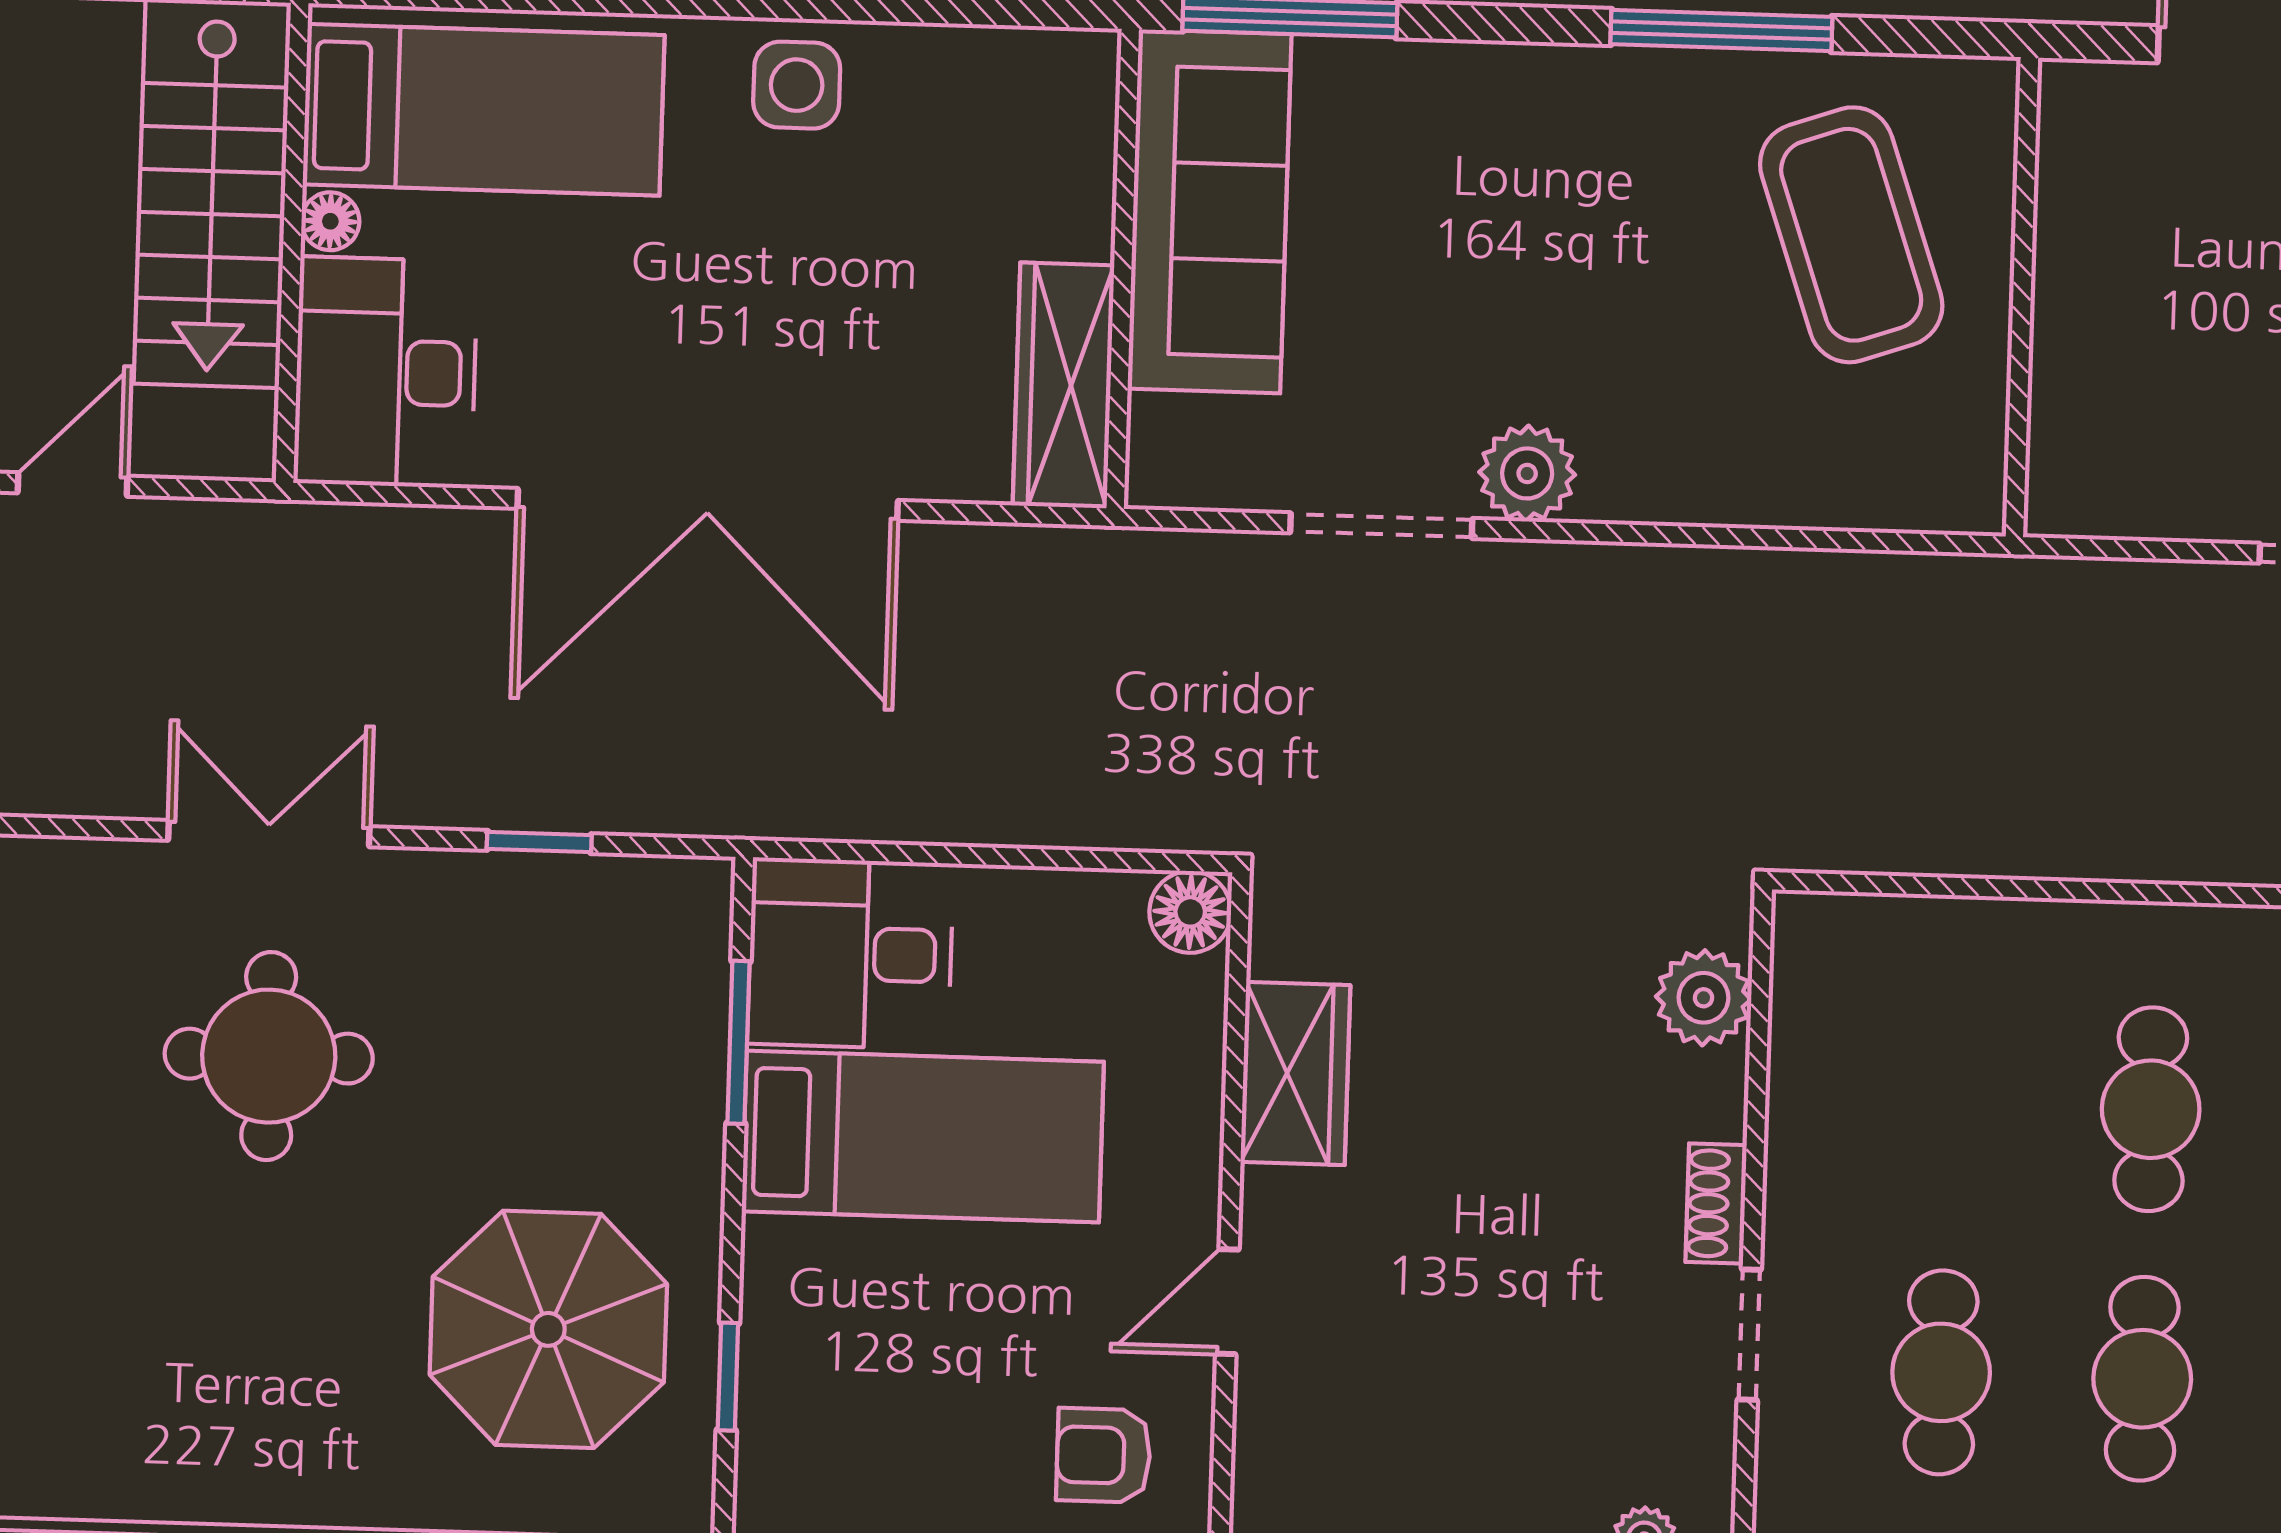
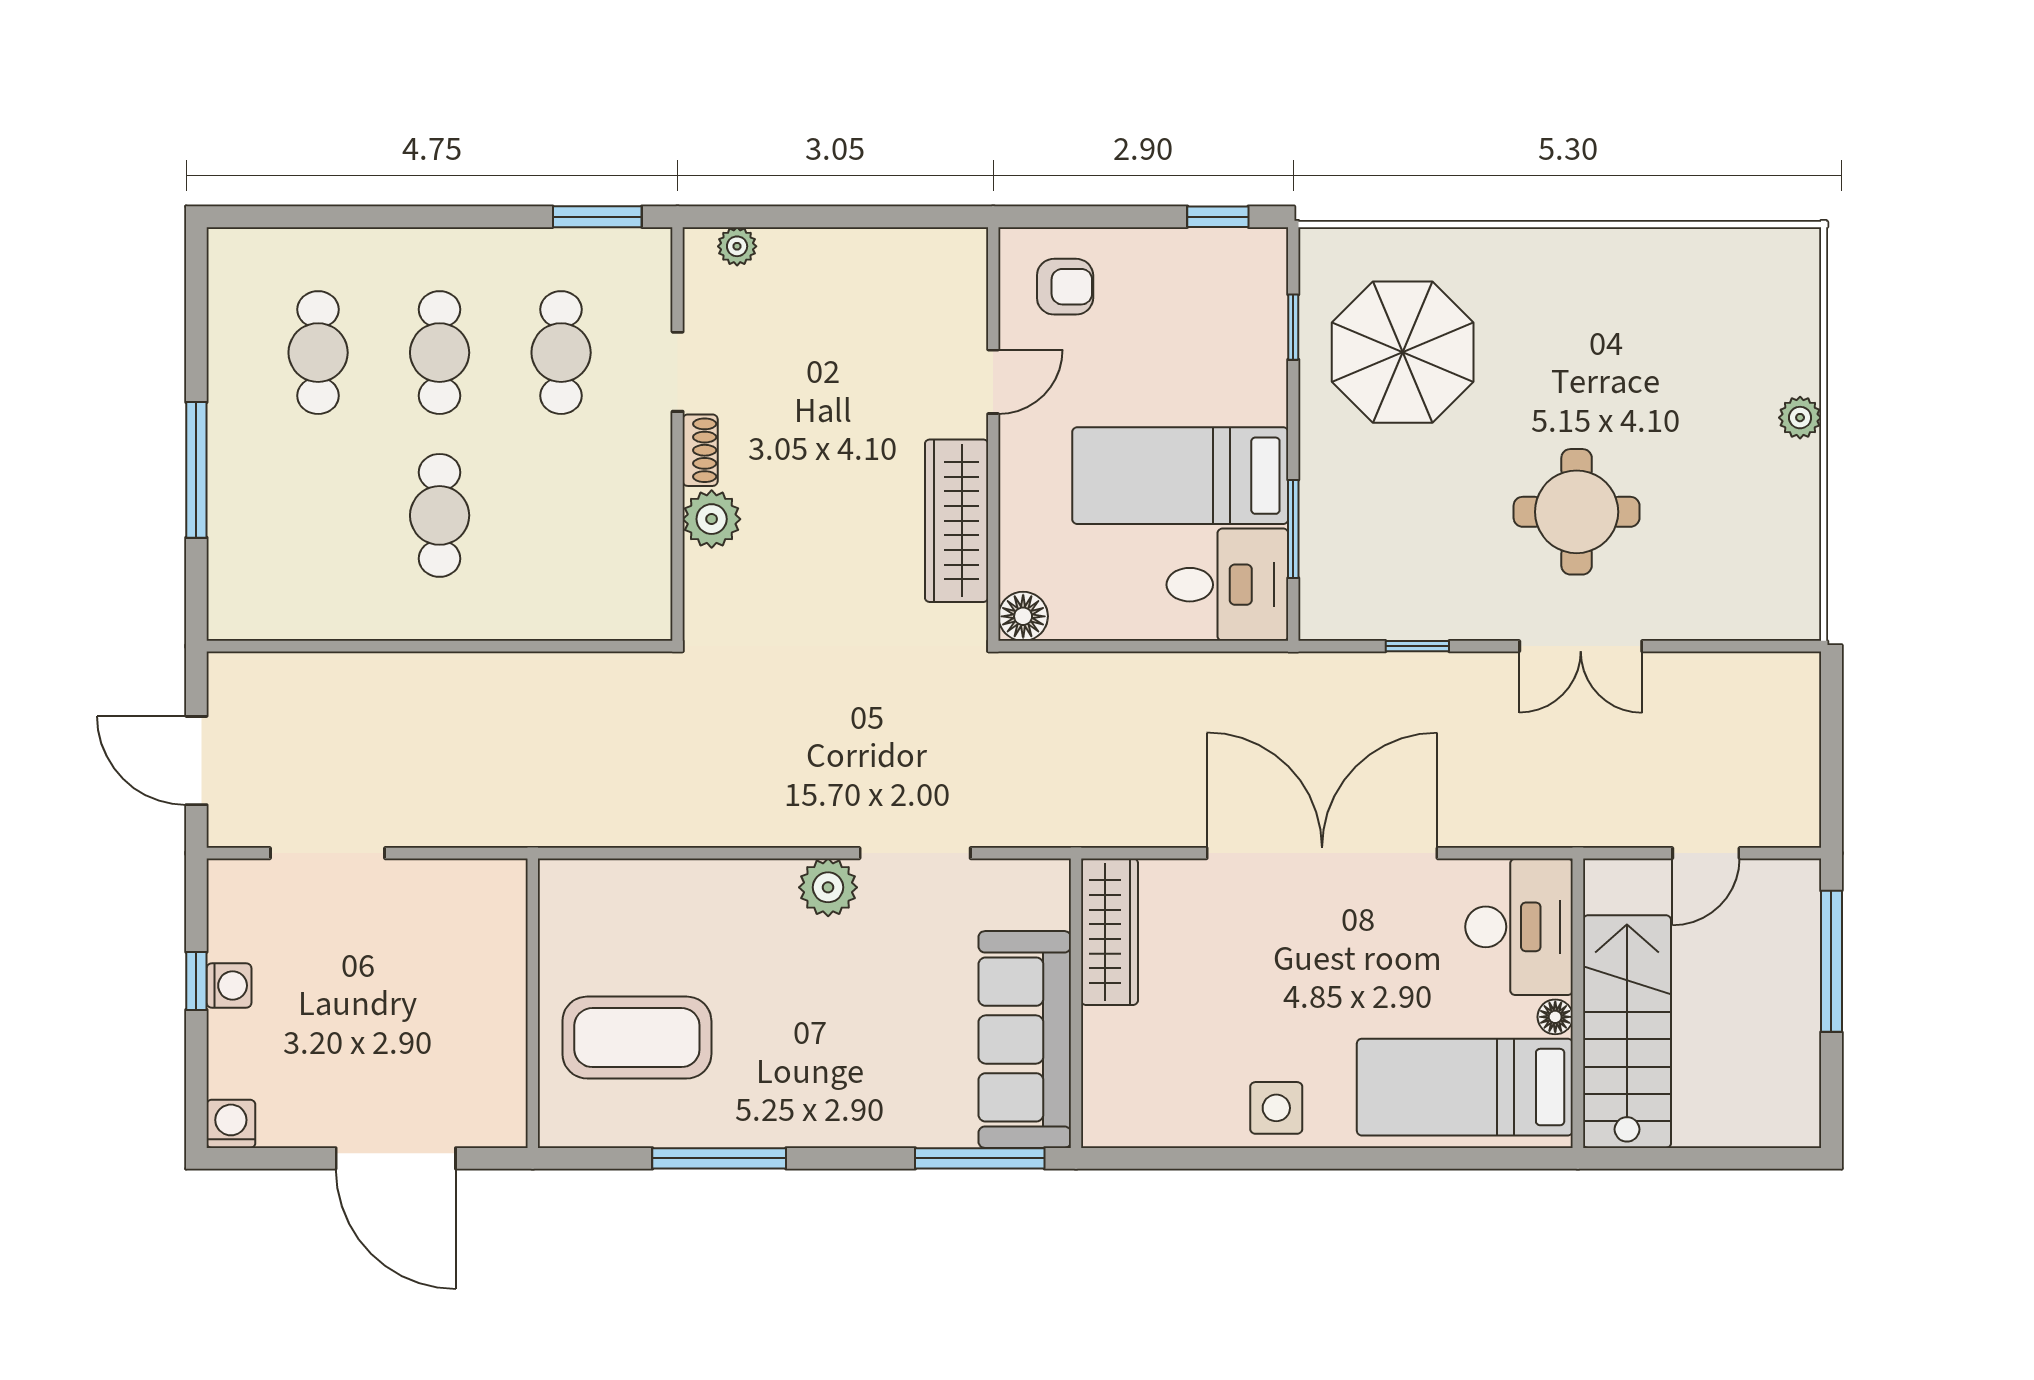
coffee table: (1851, 235) -> (637, 1038), turned -71
plant: (1704, 998) -> (712, 519), moved
wardrobe: (1295, 1073) -> (957, 521), width x1.50

